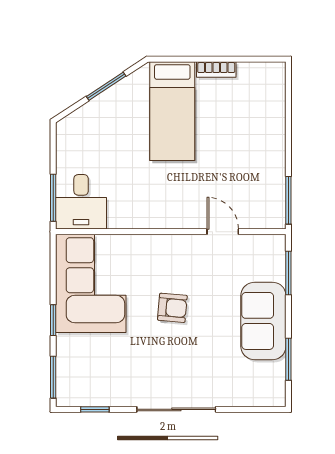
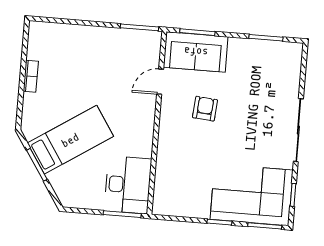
bed: (172, 111) -> (70, 140), moved, turned -33
desk: (81, 202) -> (128, 185), width x1.37
corner sofa: (91, 283) -> (252, 195), moved
armchair: (172, 308) -> (205, 109), moved
sofa: (263, 321) -> (196, 52), moved

